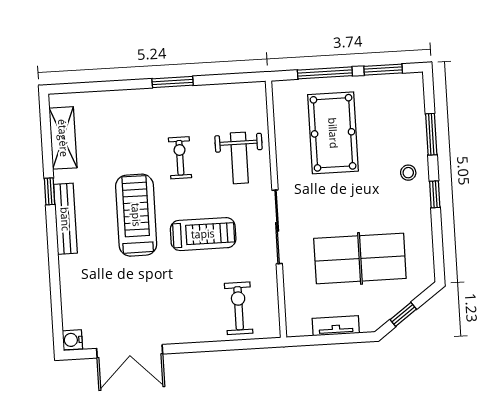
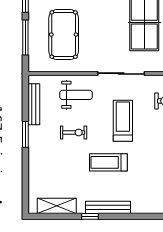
bench: (221, 93) -> (34, 104), added
pool table: (333, 133) -> (64, 35), turned 90
exercise bike: (180, 158) -> (74, 133), turned 180
treadmill: (136, 215) -> (108, 162), width x0.73, depth x0.73

